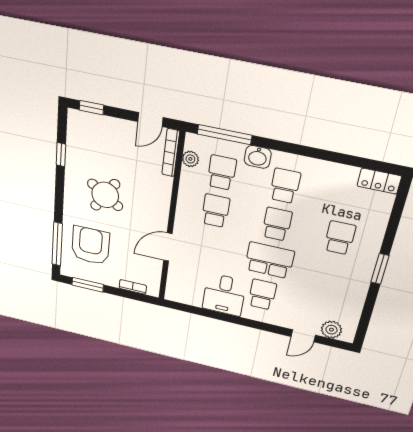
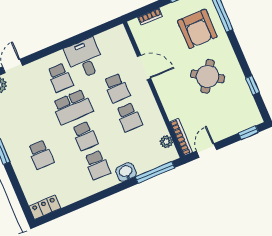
school desk: (222, 173) -> (117, 88), moved
door: (168, 247) -> (144, 67), hinge flipped

